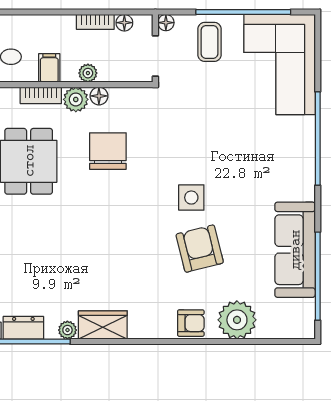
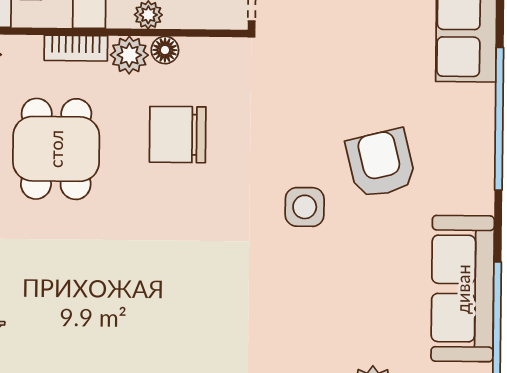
chair: (108, 151) -> (178, 135), turned -90
armchair: (200, 249) -> (381, 163), moved

